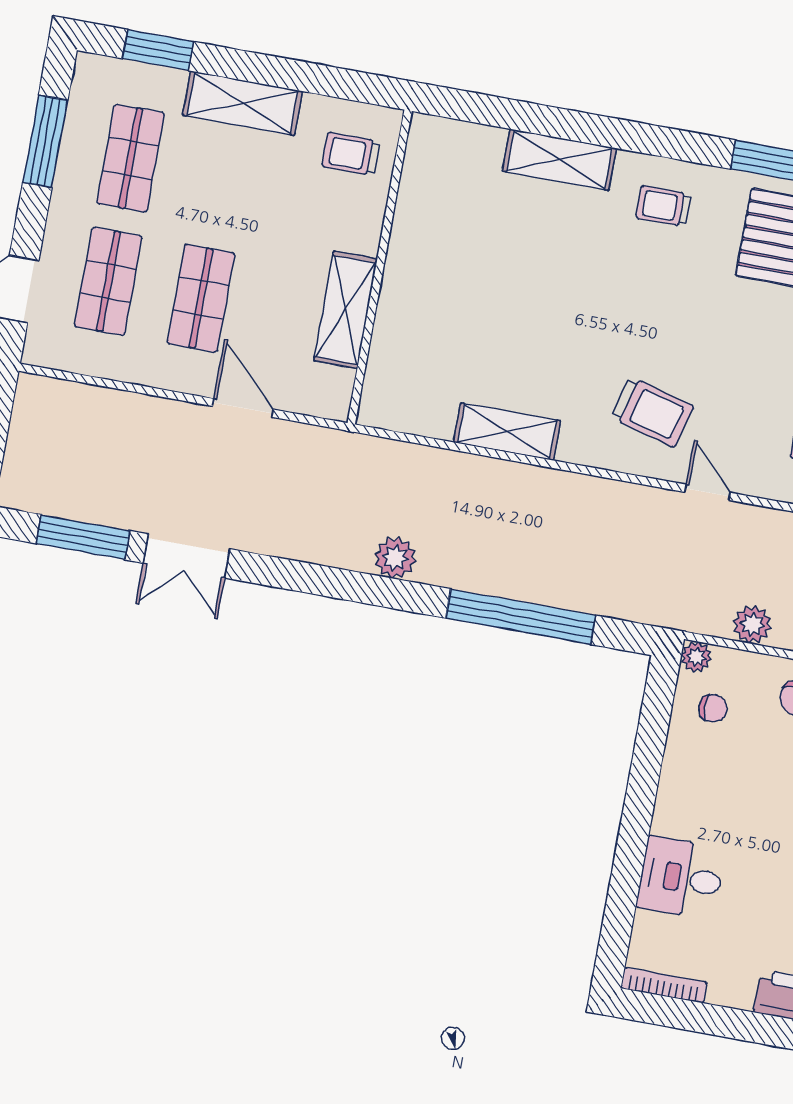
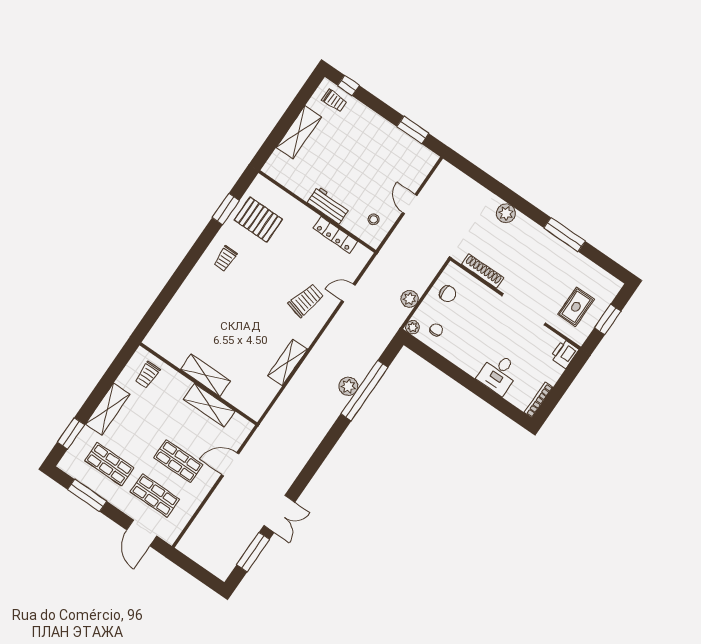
shelving: (559, 160) -> (205, 375), moved, turned 90
plant: (395, 558) -> (348, 386), moved

